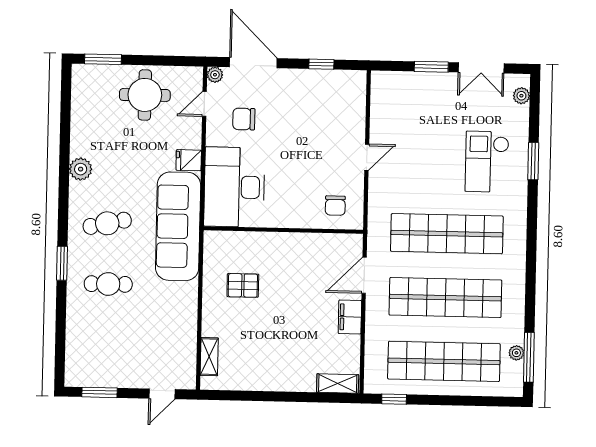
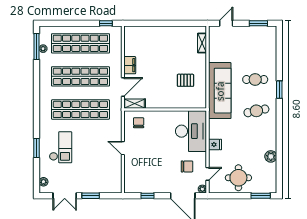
double door: (481, 68) -> (65, 196), swing flipped
door: (367, 157) -> (123, 148), hinge flipped
plant: (81, 169) -> (271, 156), moved
sofa: (178, 226) -> (220, 91), moved
shelving: (338, 383) -> (135, 104), moved

